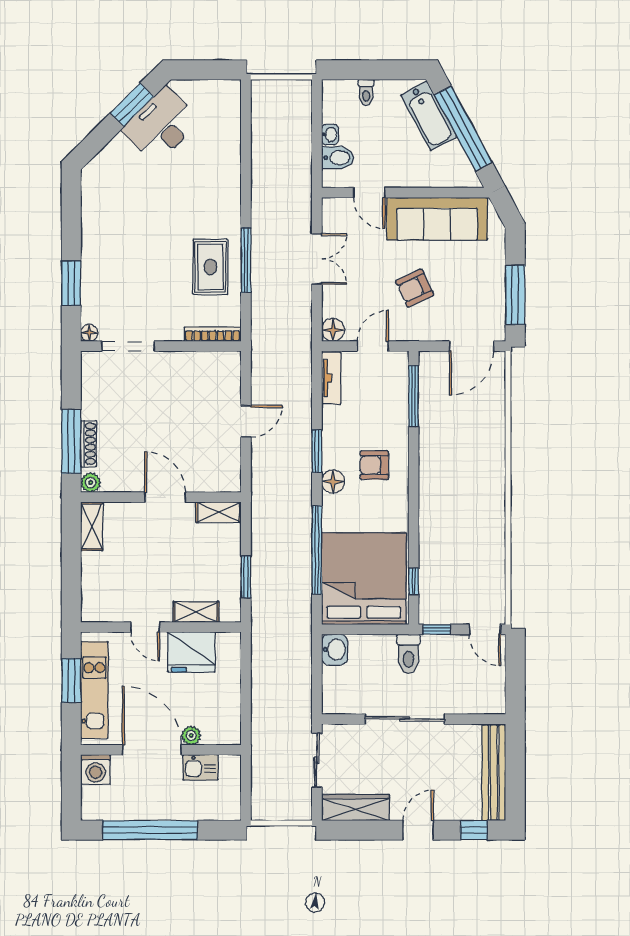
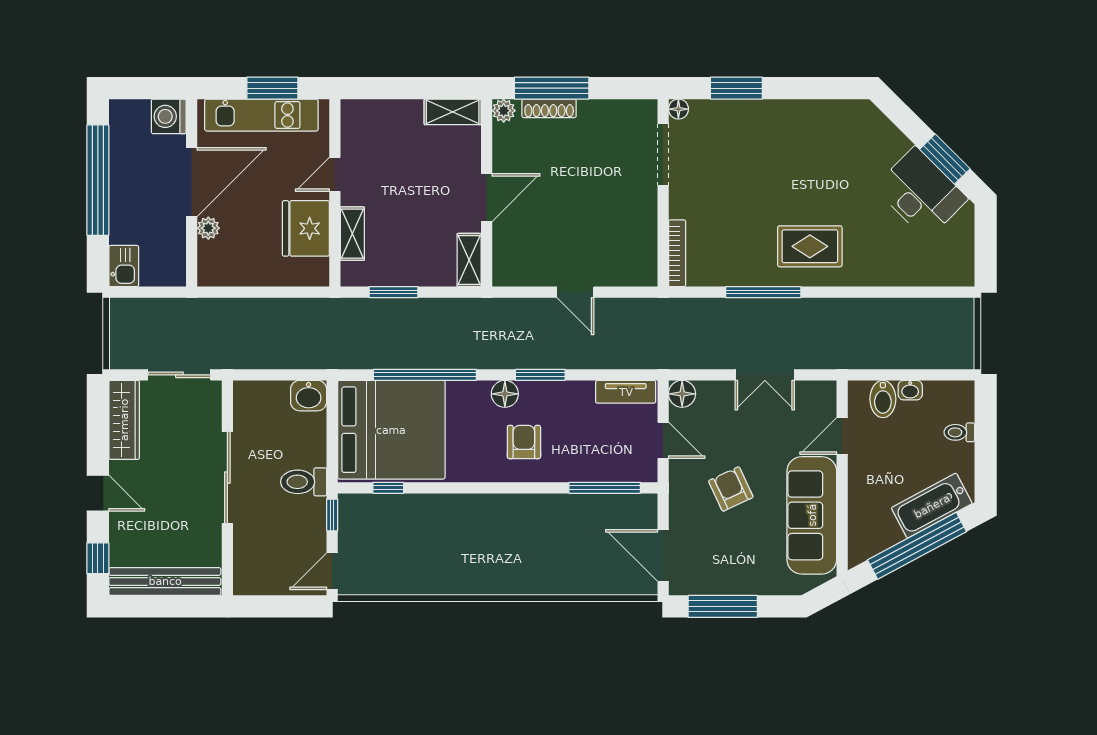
rug: (210, 267) -> (810, 246), moved
kitchen sink: (201, 767) -> (124, 266), moved, turned 180

